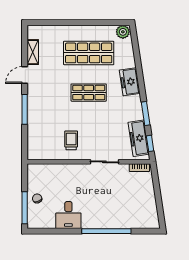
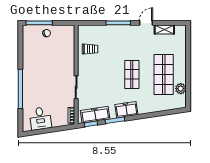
plant: (123, 32) -> (181, 89), moved
door: (25, 75) -> (146, 23), hinge flipped
freezer: (130, 82) -> (126, 110), moved
trolley: (71, 140) -> (90, 49), moved
desk: (68, 215) -> (40, 118), moved, turned -99

